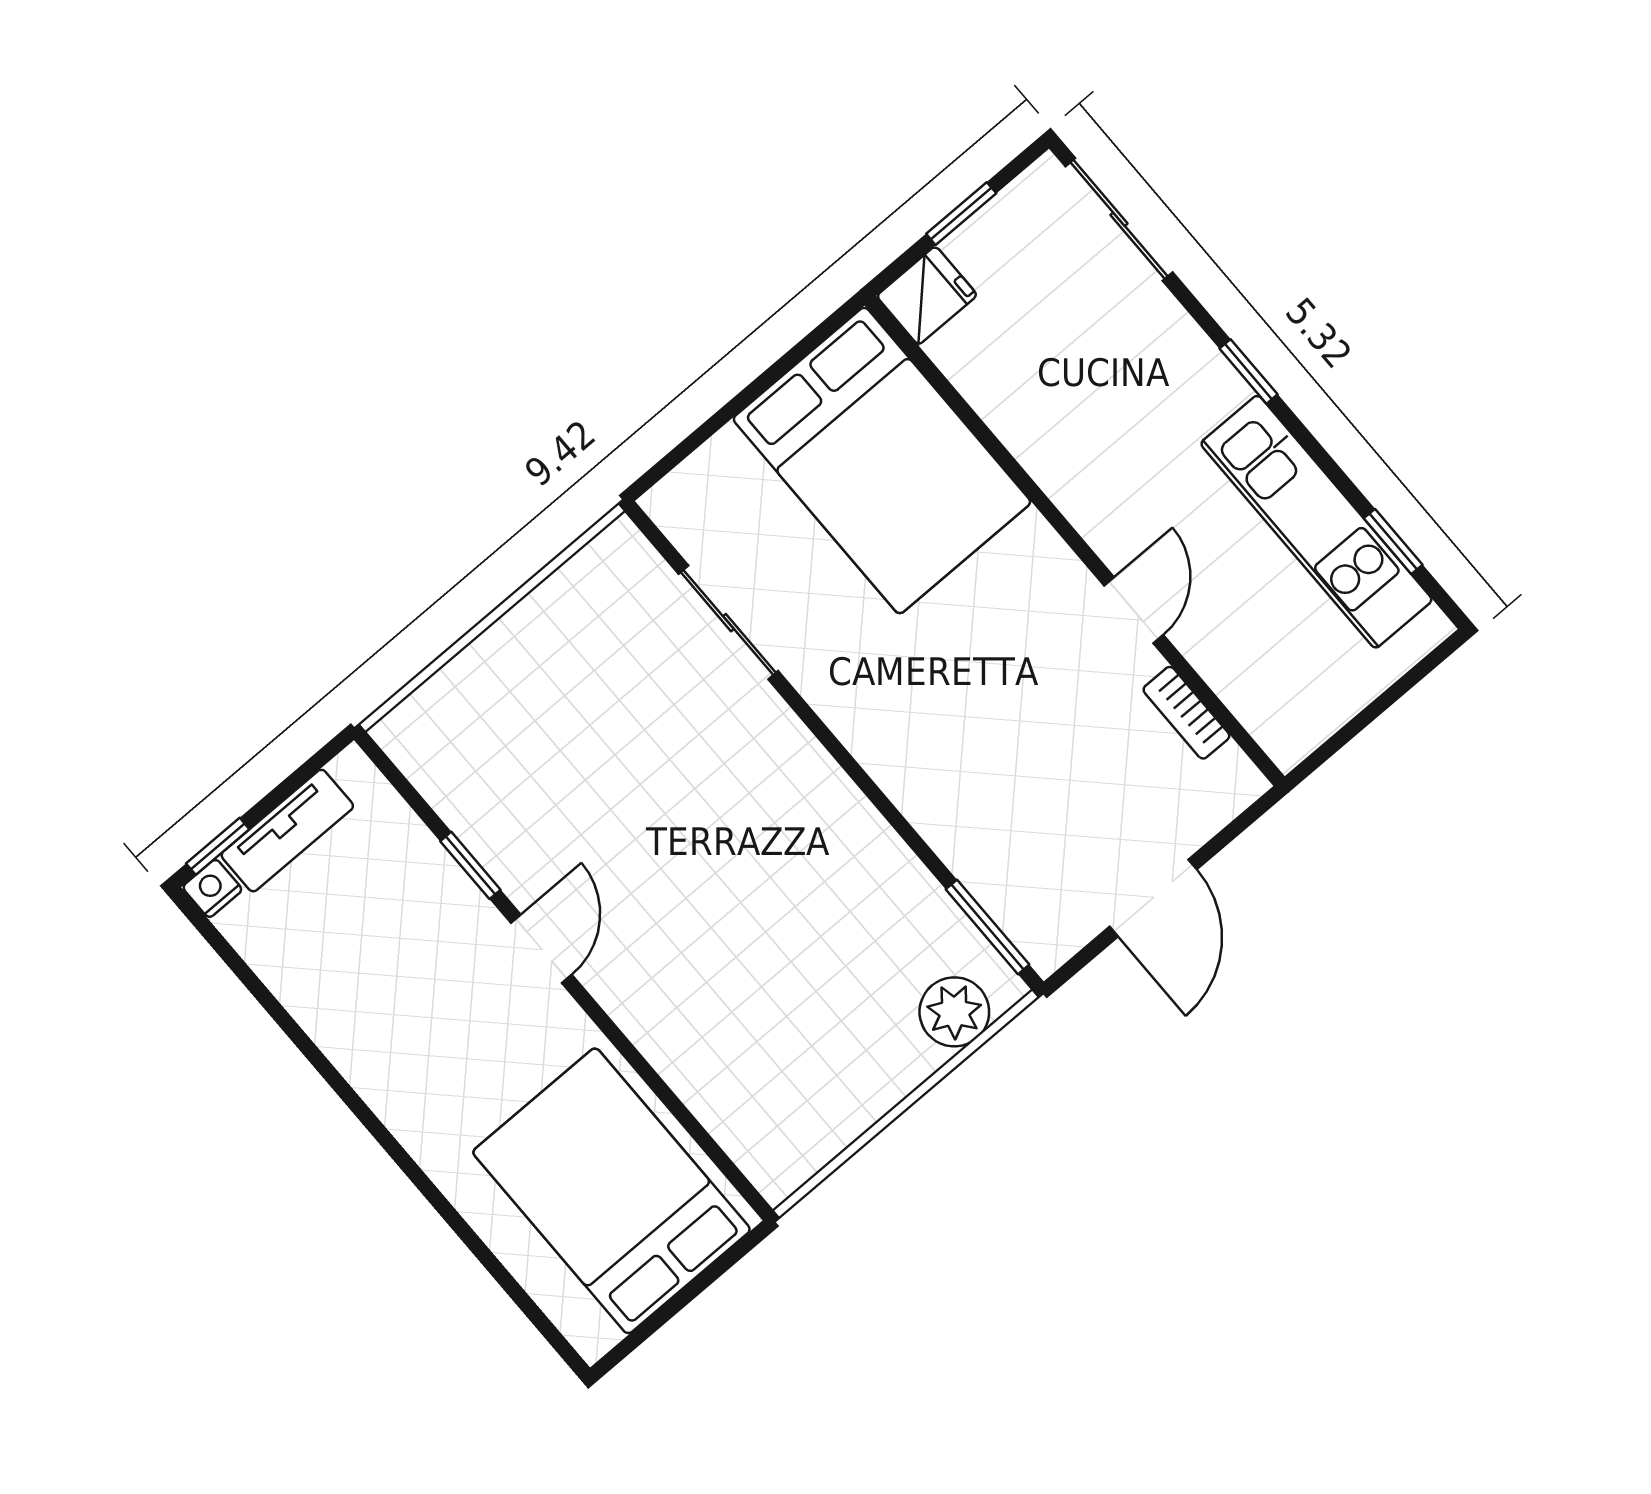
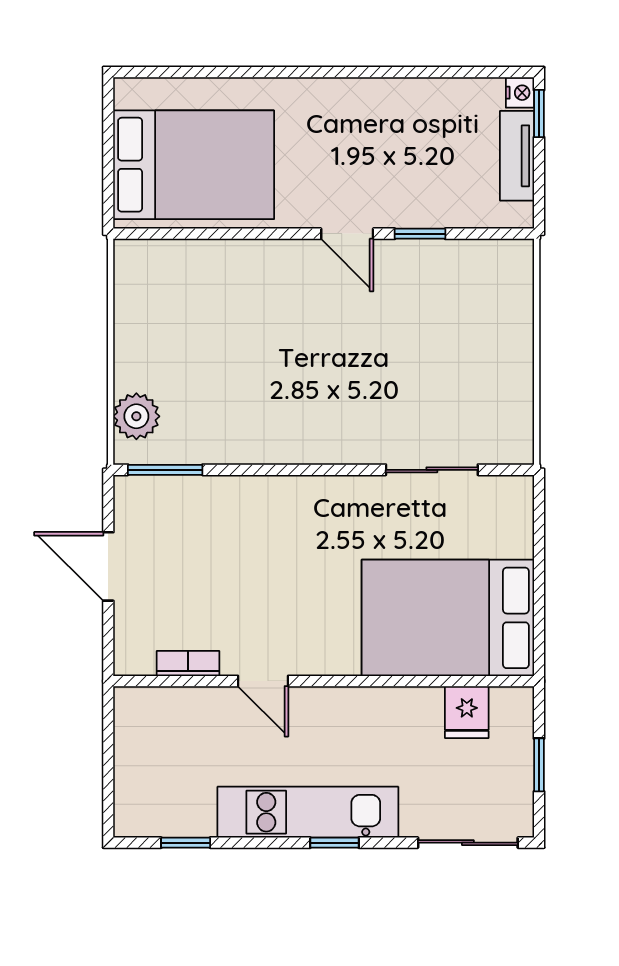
fridge: (927, 296) -> (467, 712), moved
kitchen unit: (1316, 522) -> (308, 812), moved

